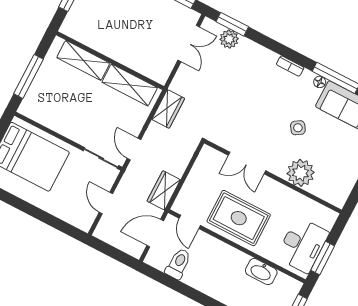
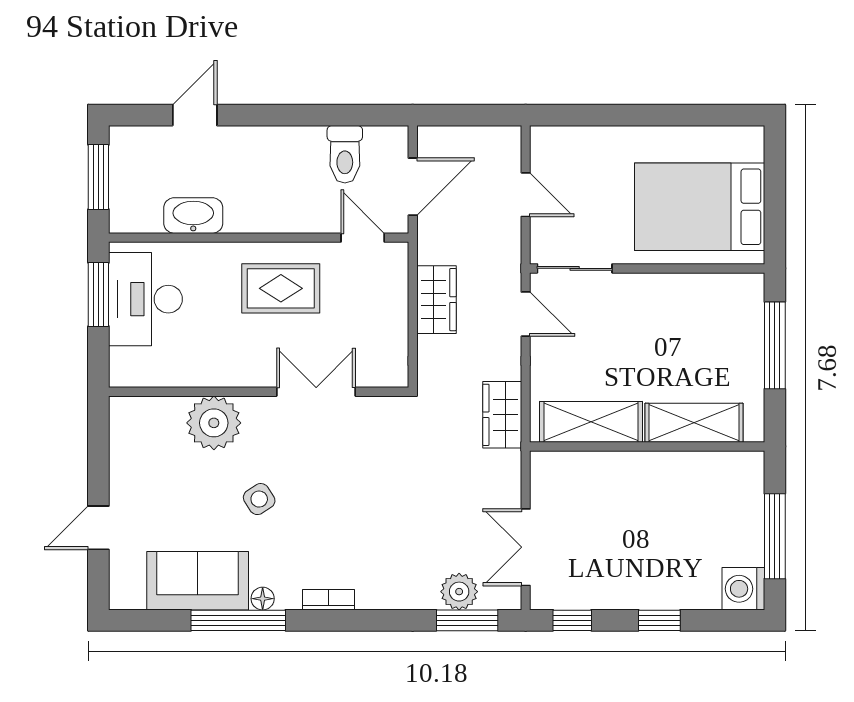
wardrobe: (164, 190) -> (436, 300), moved
rug: (239, 218) -> (281, 288), width x0.73, depth x0.70

